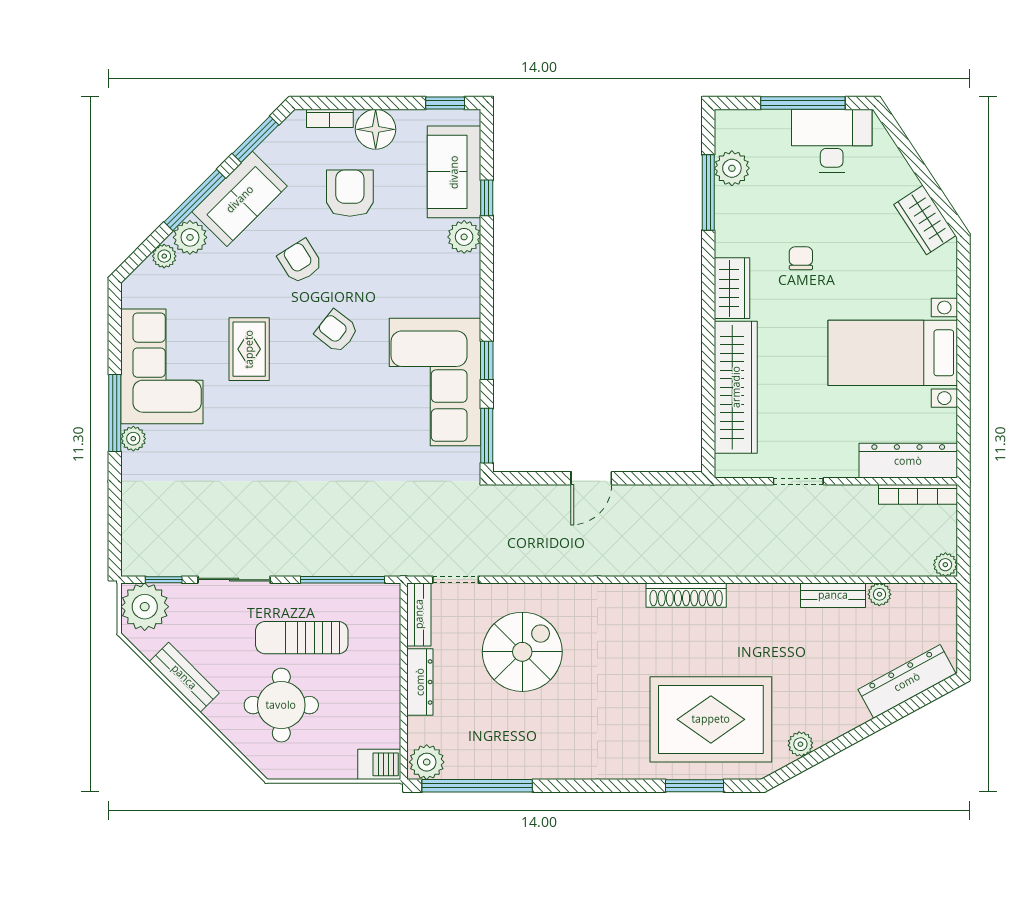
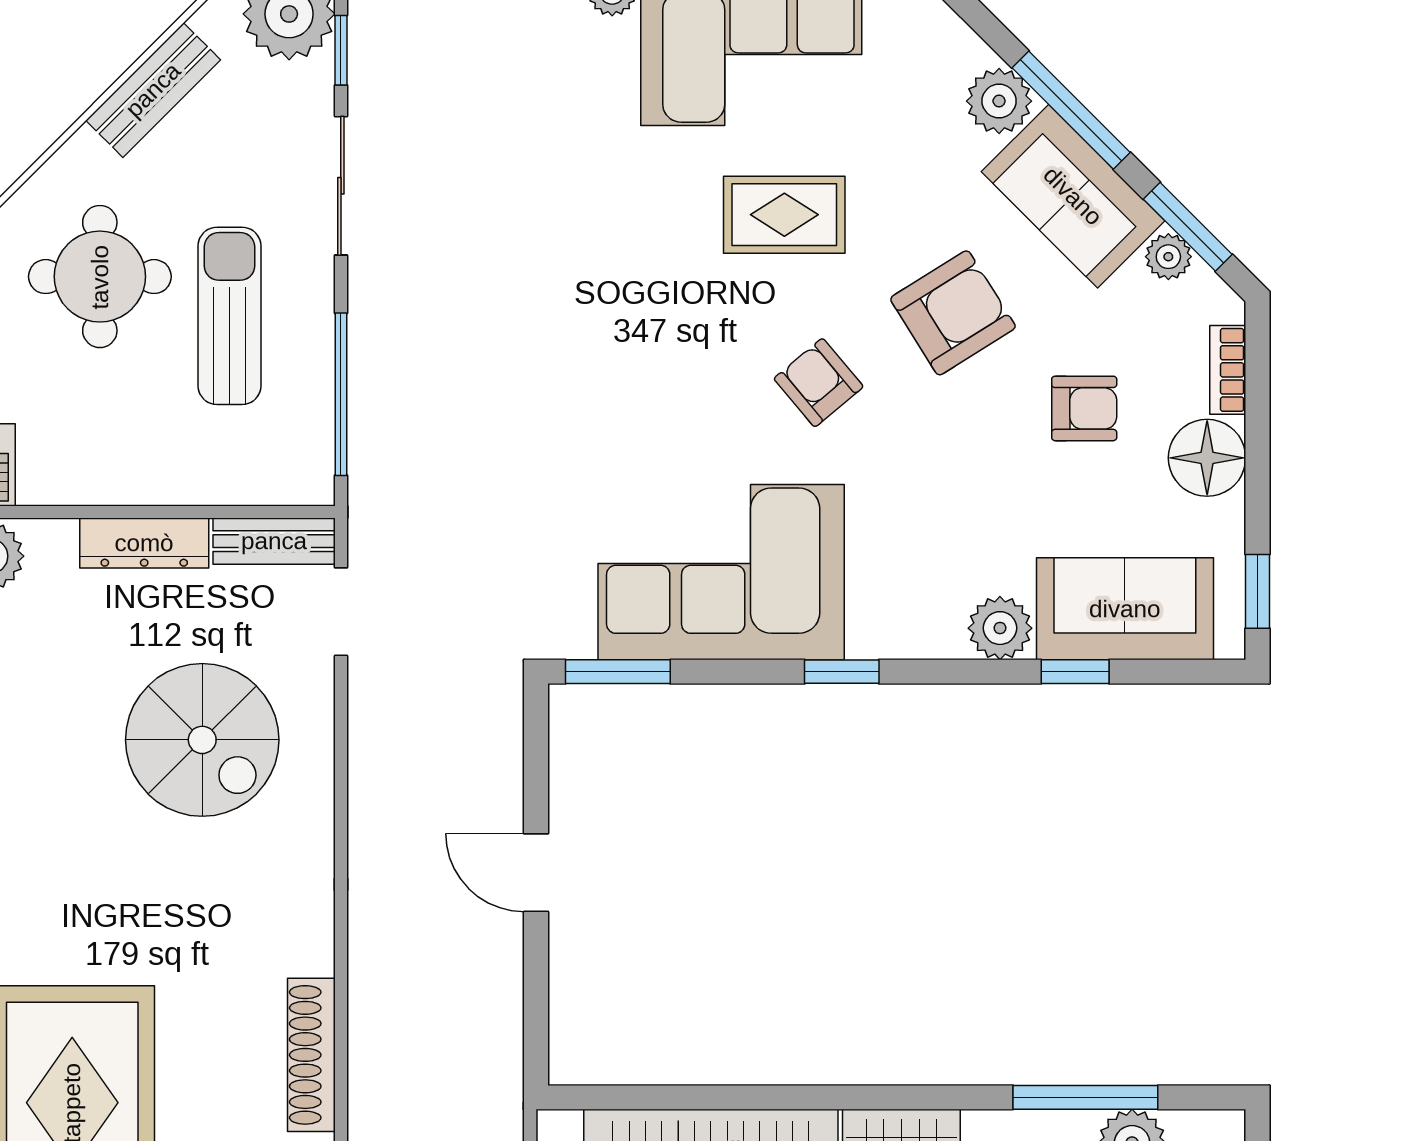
armchair: (350, 193) -> (1084, 408), width x0.72, depth x0.72
plant: (164, 256) -> (1168, 257), moved
armchair: (300, 261) -> (953, 313), width x1.38, depth x1.38
armchair: (336, 331) -> (819, 383), turned -78
window: (487, 360) -> (842, 672), moved

